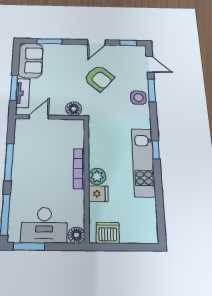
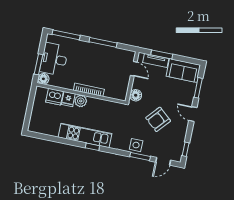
door: (97, 42) -> (193, 114), moved
dishwasher: (108, 233) -> (55, 97), moved, turned 90
window: (29, 247) -> (39, 64), moved

